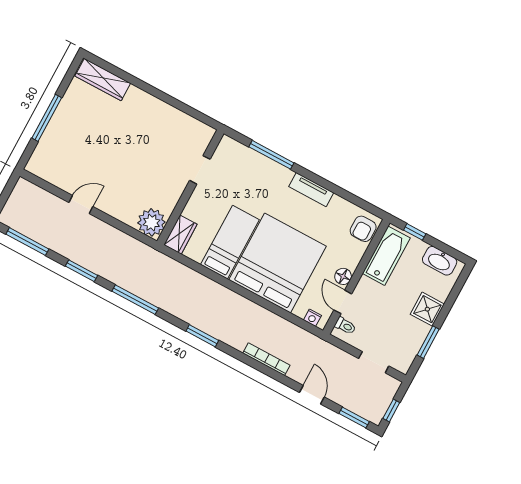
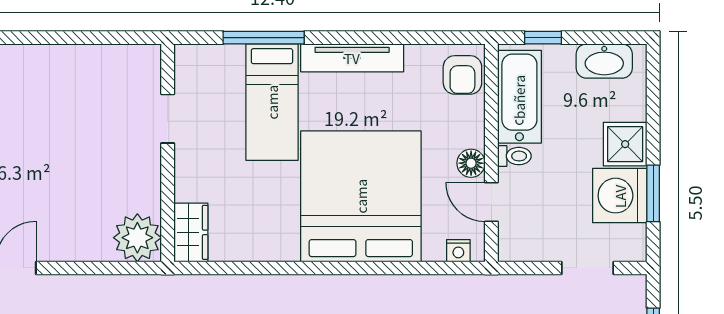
tv unit: (311, 190) -> (352, 58), width x1.41
bed: (230, 242) -> (272, 102), moved, turned 180
toilet: (345, 326) -> (514, 156), moved
washing machine: (410, 334) -> (620, 196), added

